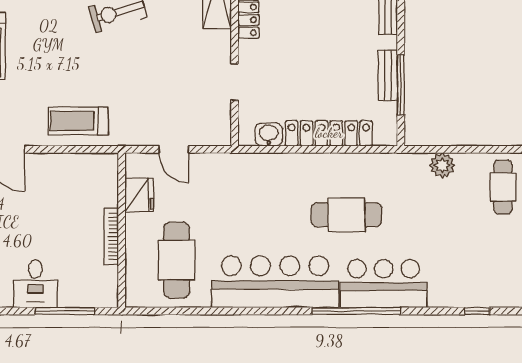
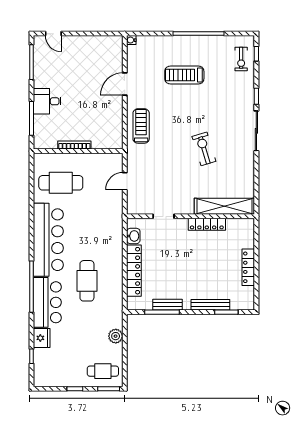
fridge: (139, 195) -> (42, 338), moved, turned -90

